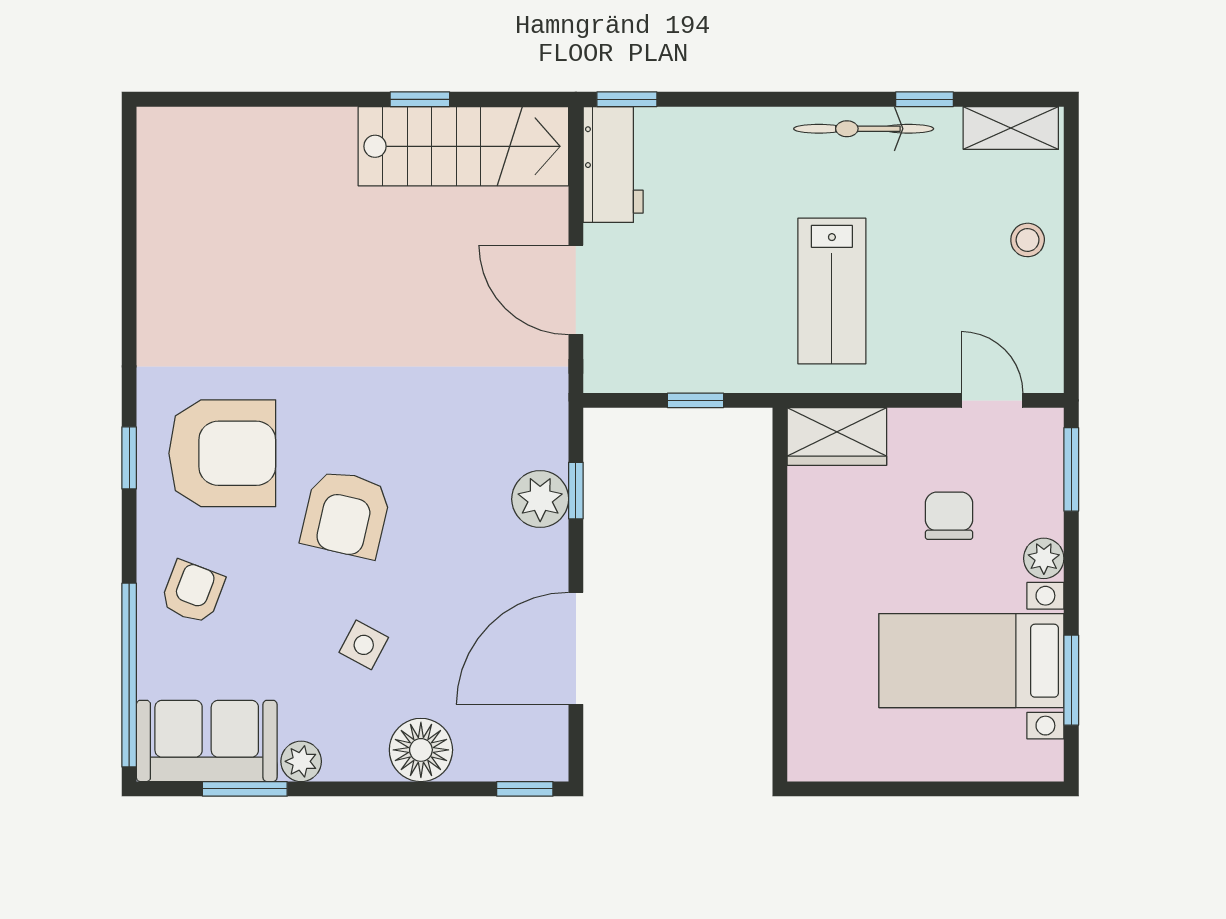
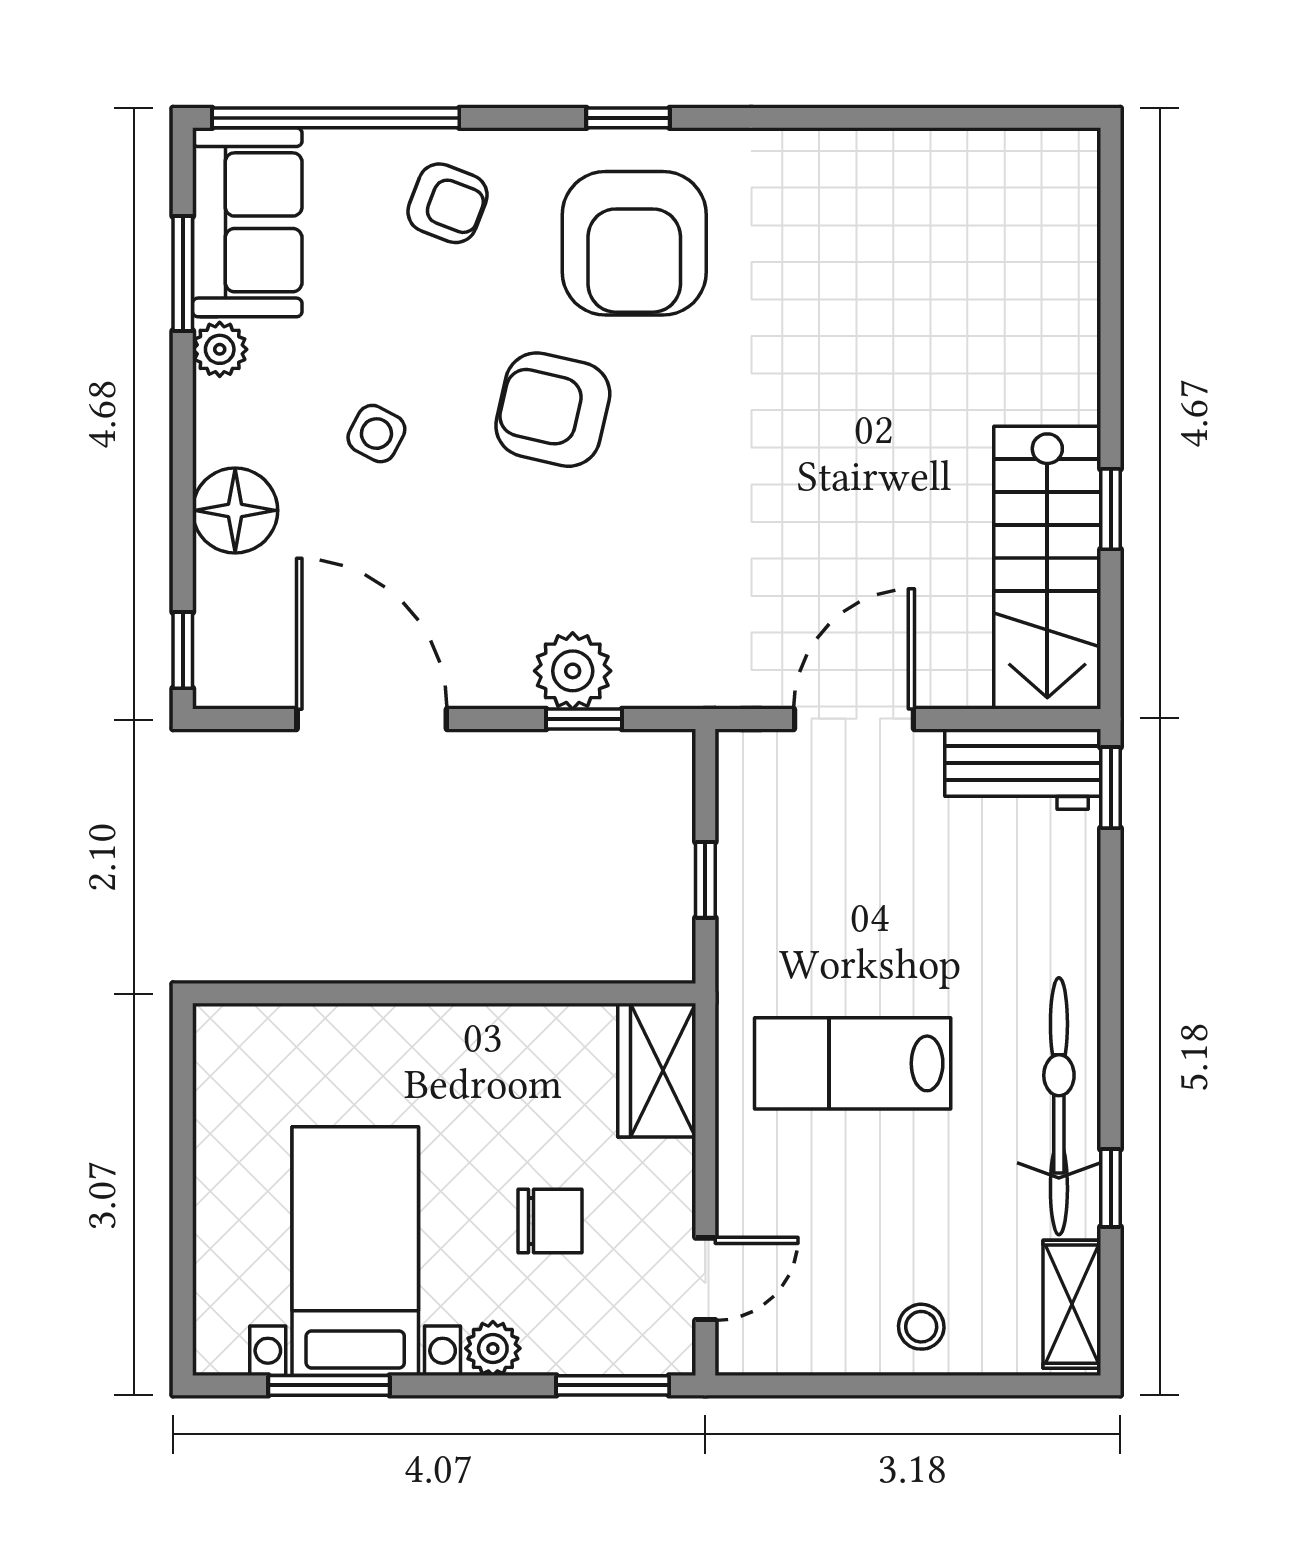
bicycle: (864, 129) -> (1059, 1106), width x1.37, depth x1.40

